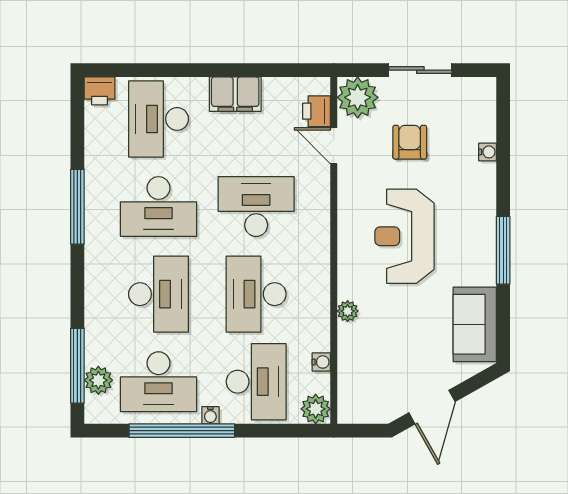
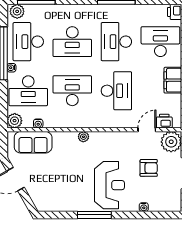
reception desk: (404, 236) -> (109, 185), moved, turned 90
plant: (348, 311) -> (83, 137), moved
sofa: (475, 324) -> (33, 142), moved, turned 180
plant: (98, 380) -> (17, 11), moved

